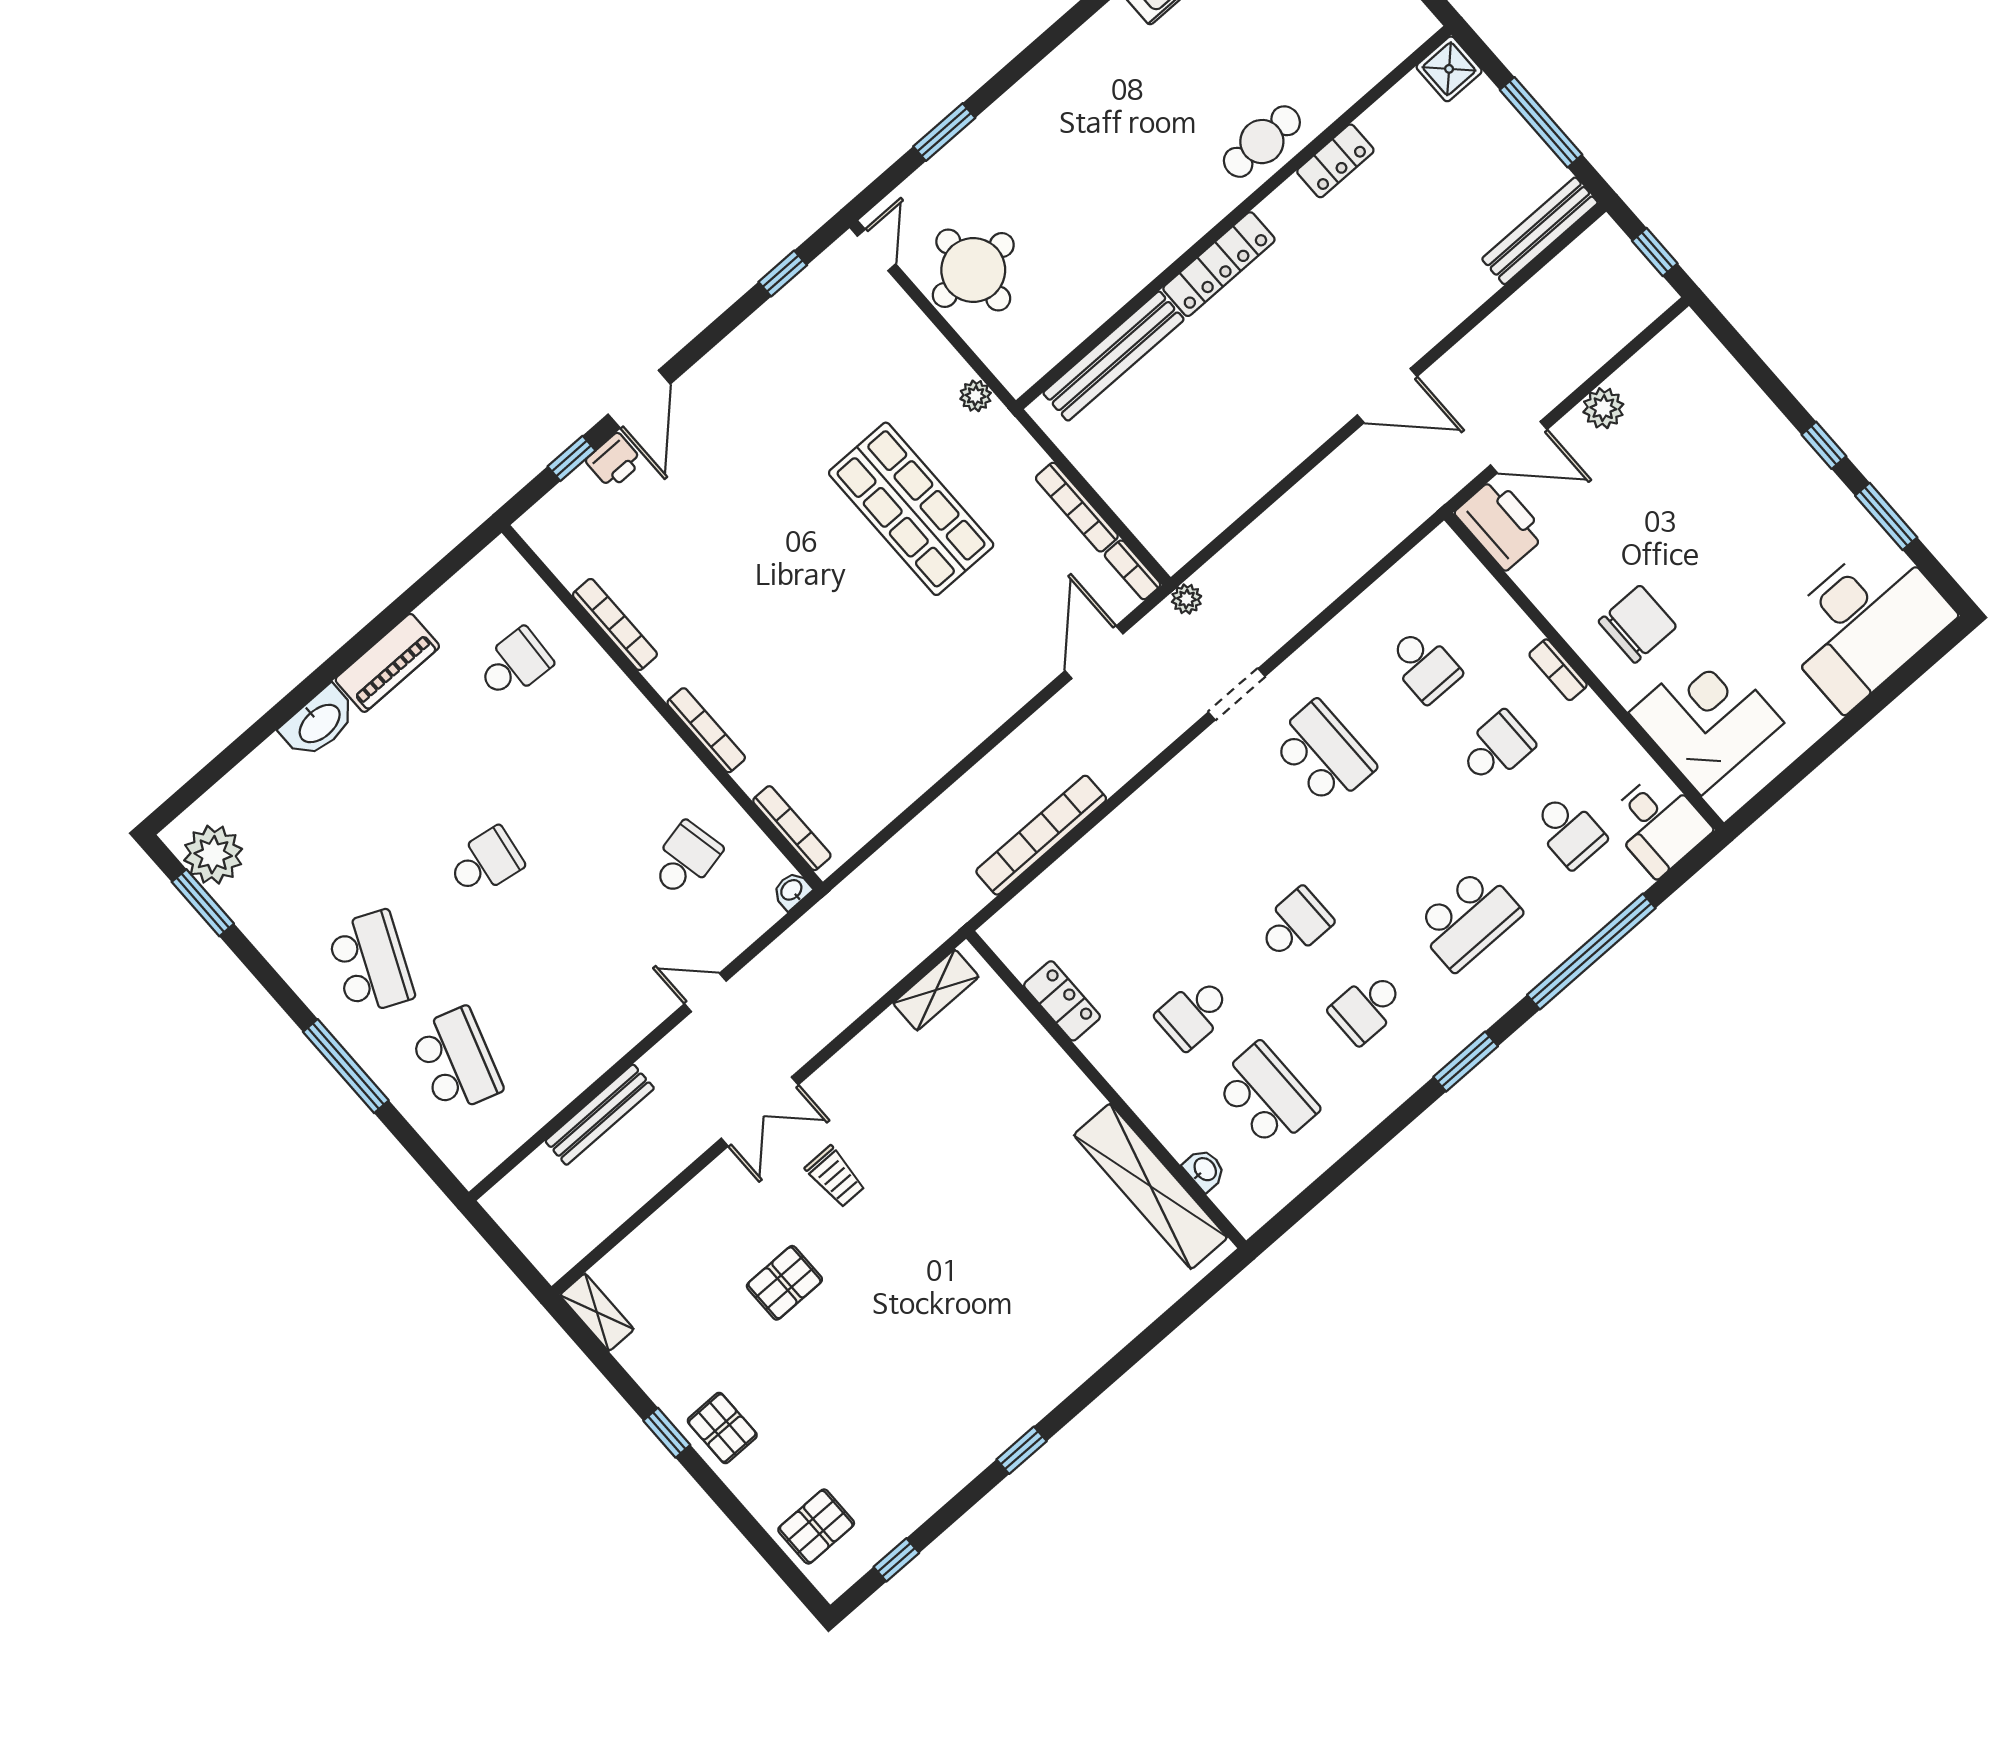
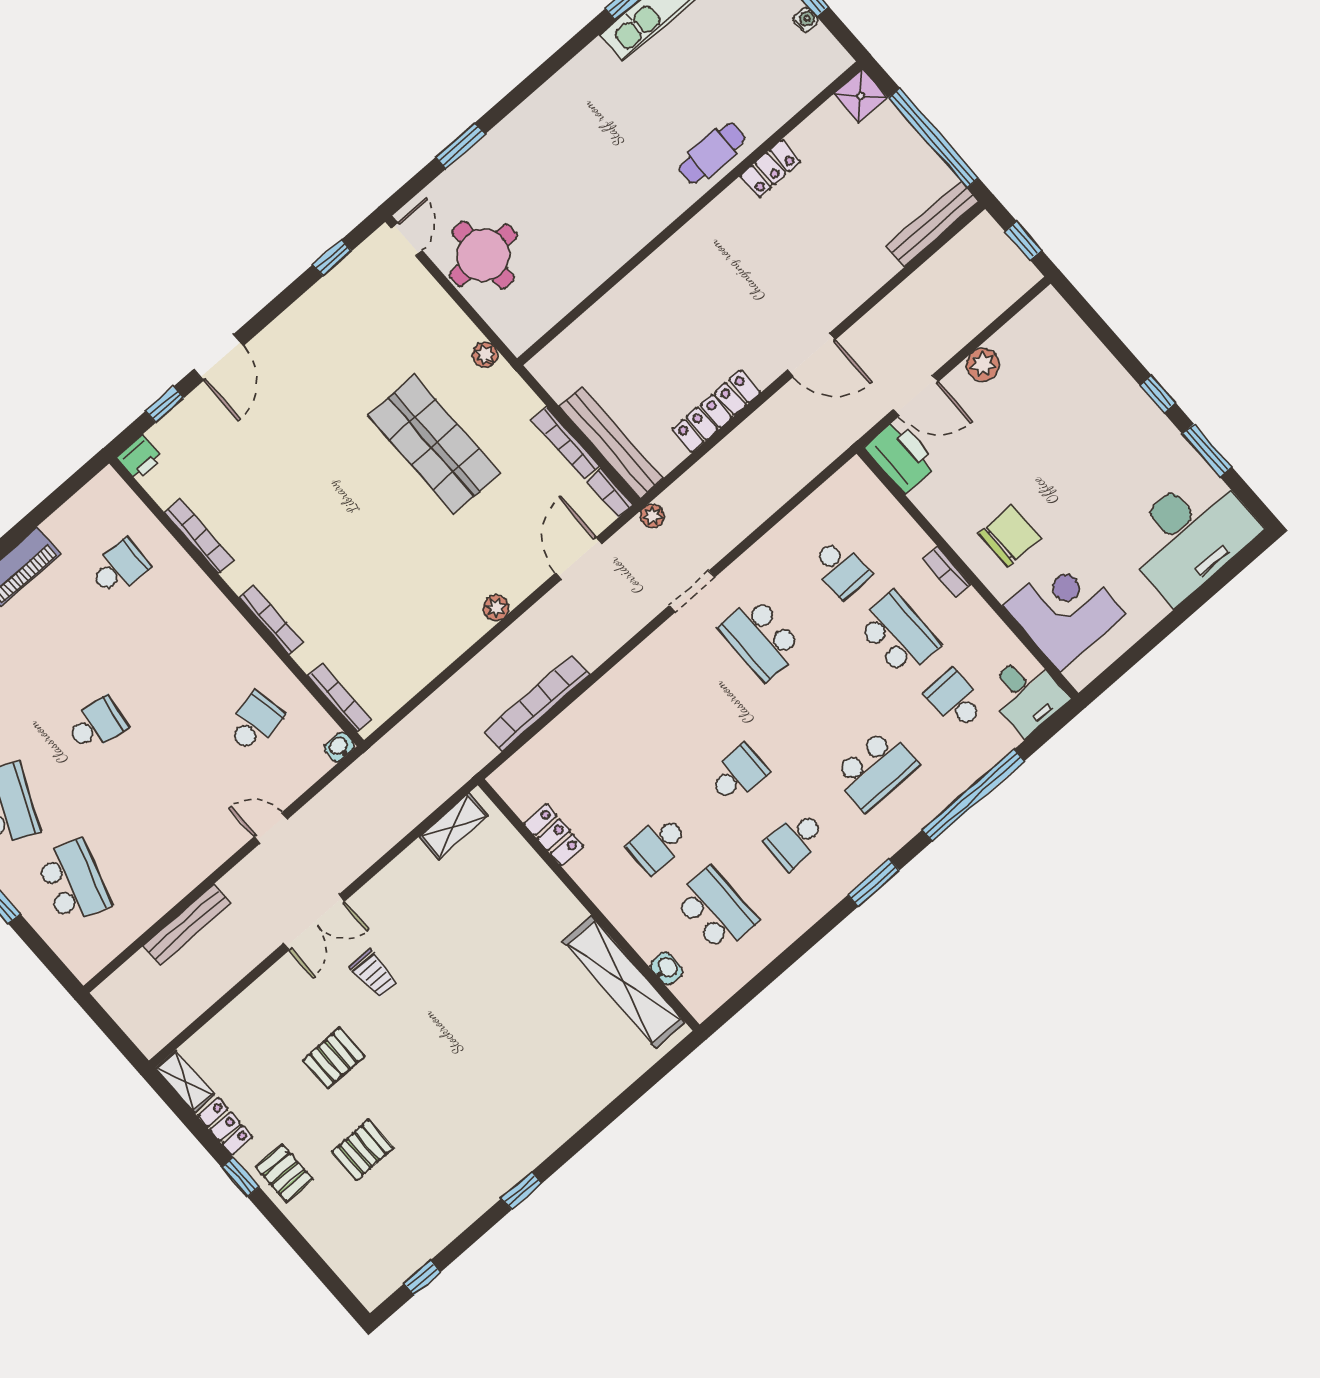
window: (1541, 122) -> (933, 138), width x1.46
locker: (1219, 264) -> (716, 411), moved, turned 180
bench: (1114, 356) -> (611, 442), moved, turned 90
printer: (614, 461) -> (140, 458), moved
plant: (989, 715) -> (496, 608), added
school desk: (1496, 748) -> (898, 634), width x1.85
school desk: (1323, 754) -> (761, 639), turned 180
school desk: (1569, 831) -> (955, 700), turned 180
locker: (648, 1369) -> (225, 1126), added
pallet: (816, 1526) -> (362, 1150), moved

